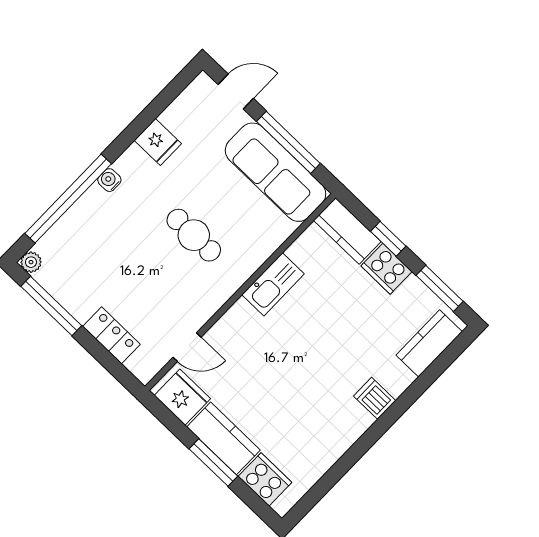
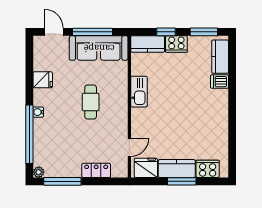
door: (236, 91) -> (54, 32), hinge flipped
cafe table: (194, 235) -> (91, 102), turned 90
dishwasher: (375, 398) -> (220, 82), moved

